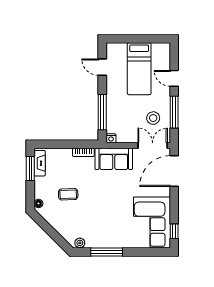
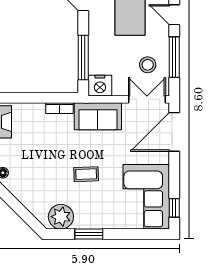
nightstand: (111, 138) -> (100, 86), width x1.89, depth x1.79
coffee table: (68, 194) -> (86, 174), moved
plant: (80, 243) -> (61, 217), width x1.88, depth x1.88
window: (107, 252) -> (89, 234), width x0.69

